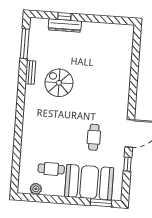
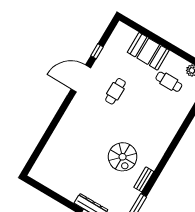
booth: (89, 182) -> (148, 51), width x0.73, depth x0.70
window: (101, 203) -> (139, 28), removed

